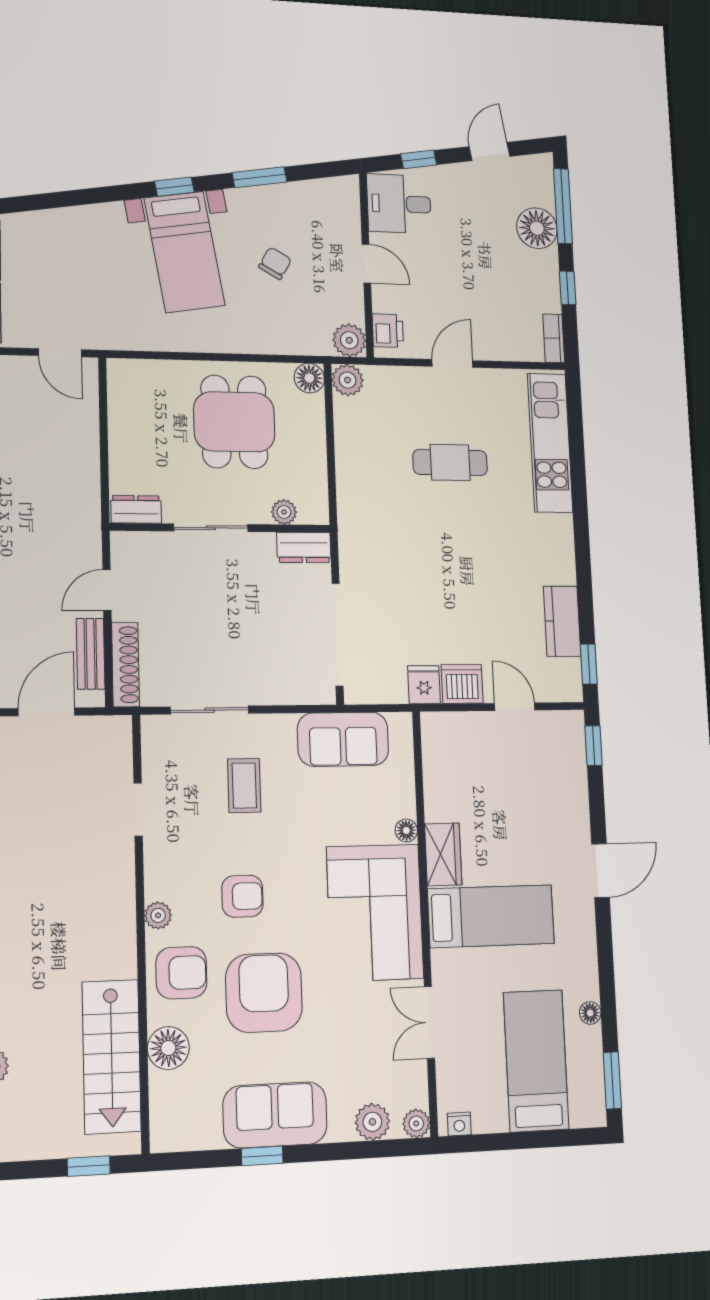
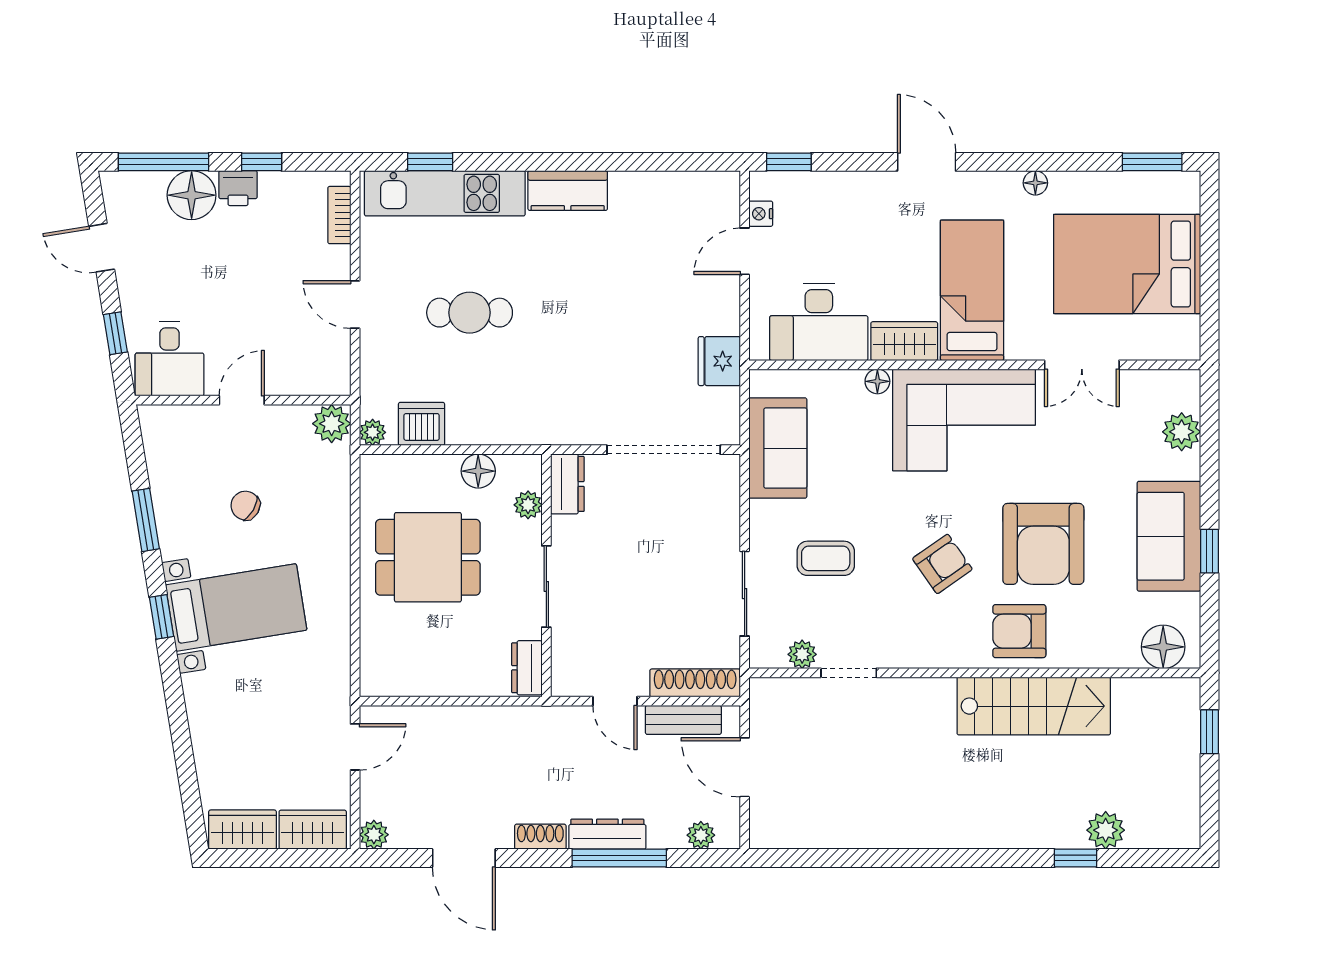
printer: (388, 331) -> (238, 188), moved, turned 180
bookcase: (554, 338) -> (339, 215), moved, turned 90
floor lamp: (309, 378) -> (478, 471), moved
plant: (348, 380) -> (373, 432), width x0.73, depth x0.73
cafe table: (450, 462) -> (470, 313), turned 90
kitchen counter: (562, 621) -> (568, 191), moved
window: (589, 664) -> (430, 162), moved
dishwasher: (462, 684) -> (422, 424), moved, turned 90
fridge: (424, 685) -> (719, 361), width x1.38
desk: (457, 775) -> (819, 322), added
armchair: (242, 896) -> (942, 564), turned 55
plant: (158, 915) -> (802, 654), moved
armchair: (181, 973) -> (1019, 631), turned -90
armchair: (264, 993) -> (1043, 544), turned -90
floor lamp: (590, 1013) -> (1035, 183), moved
floor lamp: (168, 1048) -> (1163, 647), moved
stairs: (112, 1056) -> (1034, 706), moved
bed: (536, 1061) -> (1127, 264), width x1.50
plant: (416, 1123) -> (1186, 384), removed
nightstand: (459, 1124) -> (761, 214), moved, turned 180

